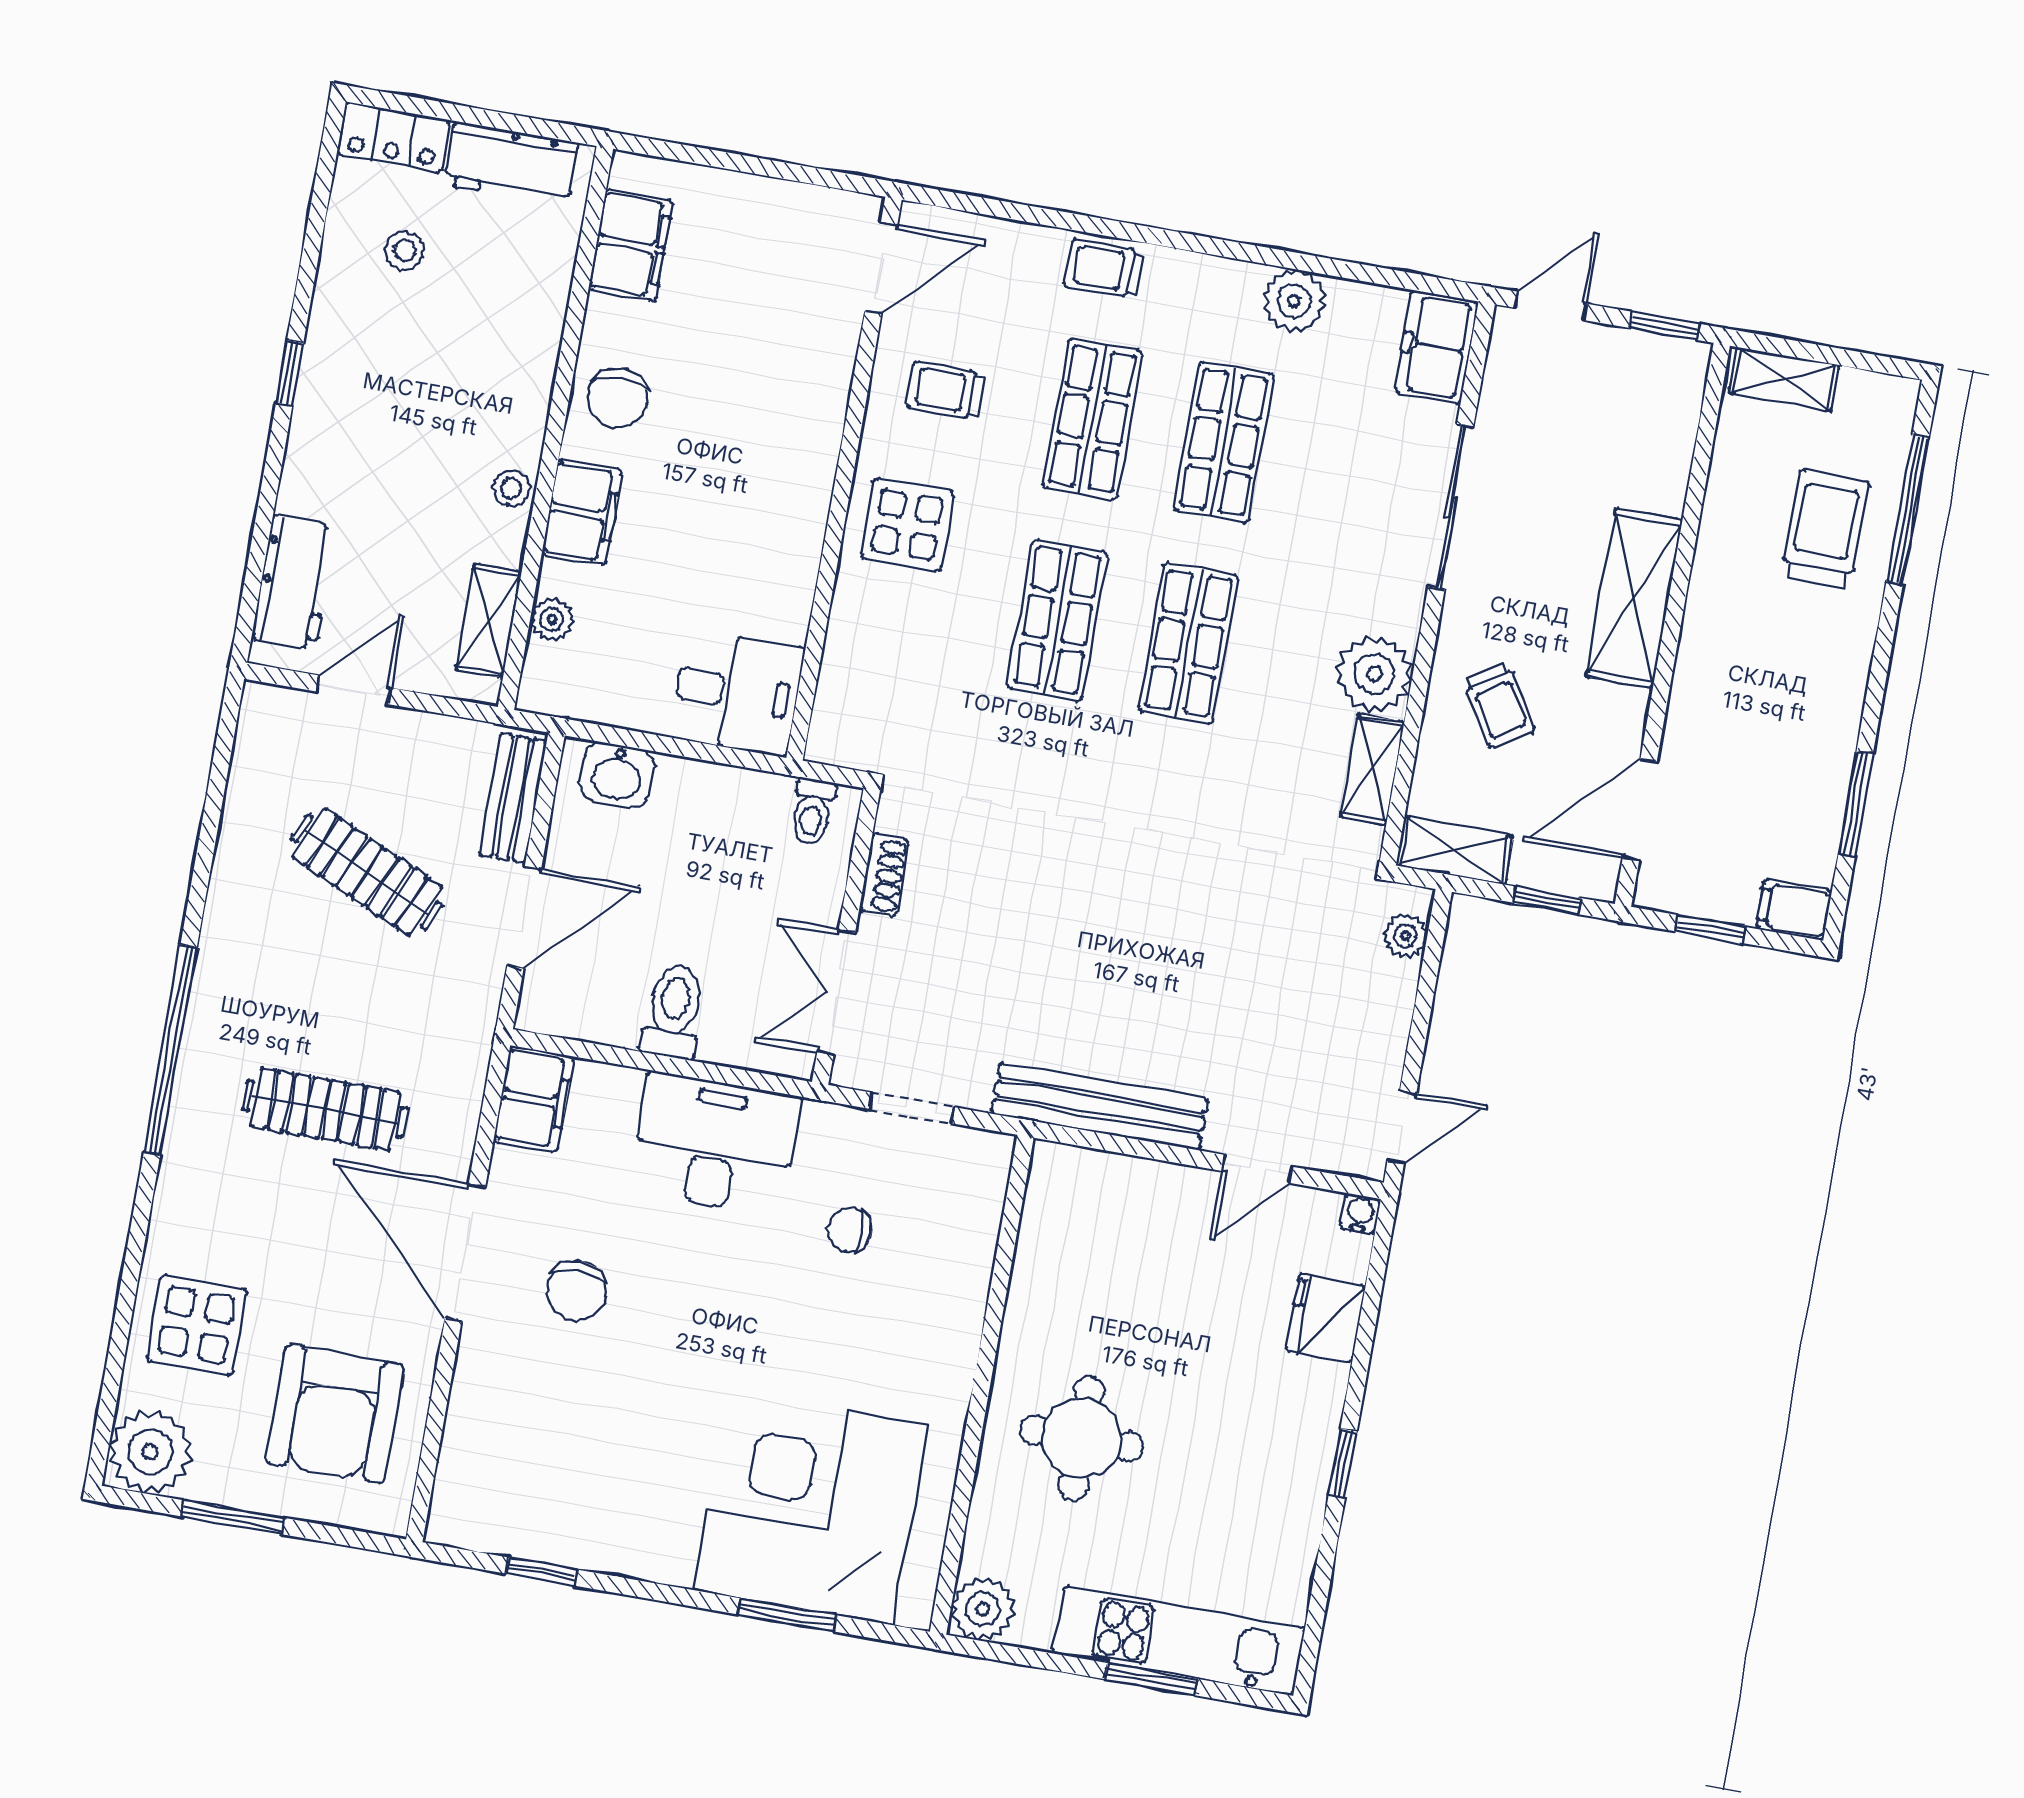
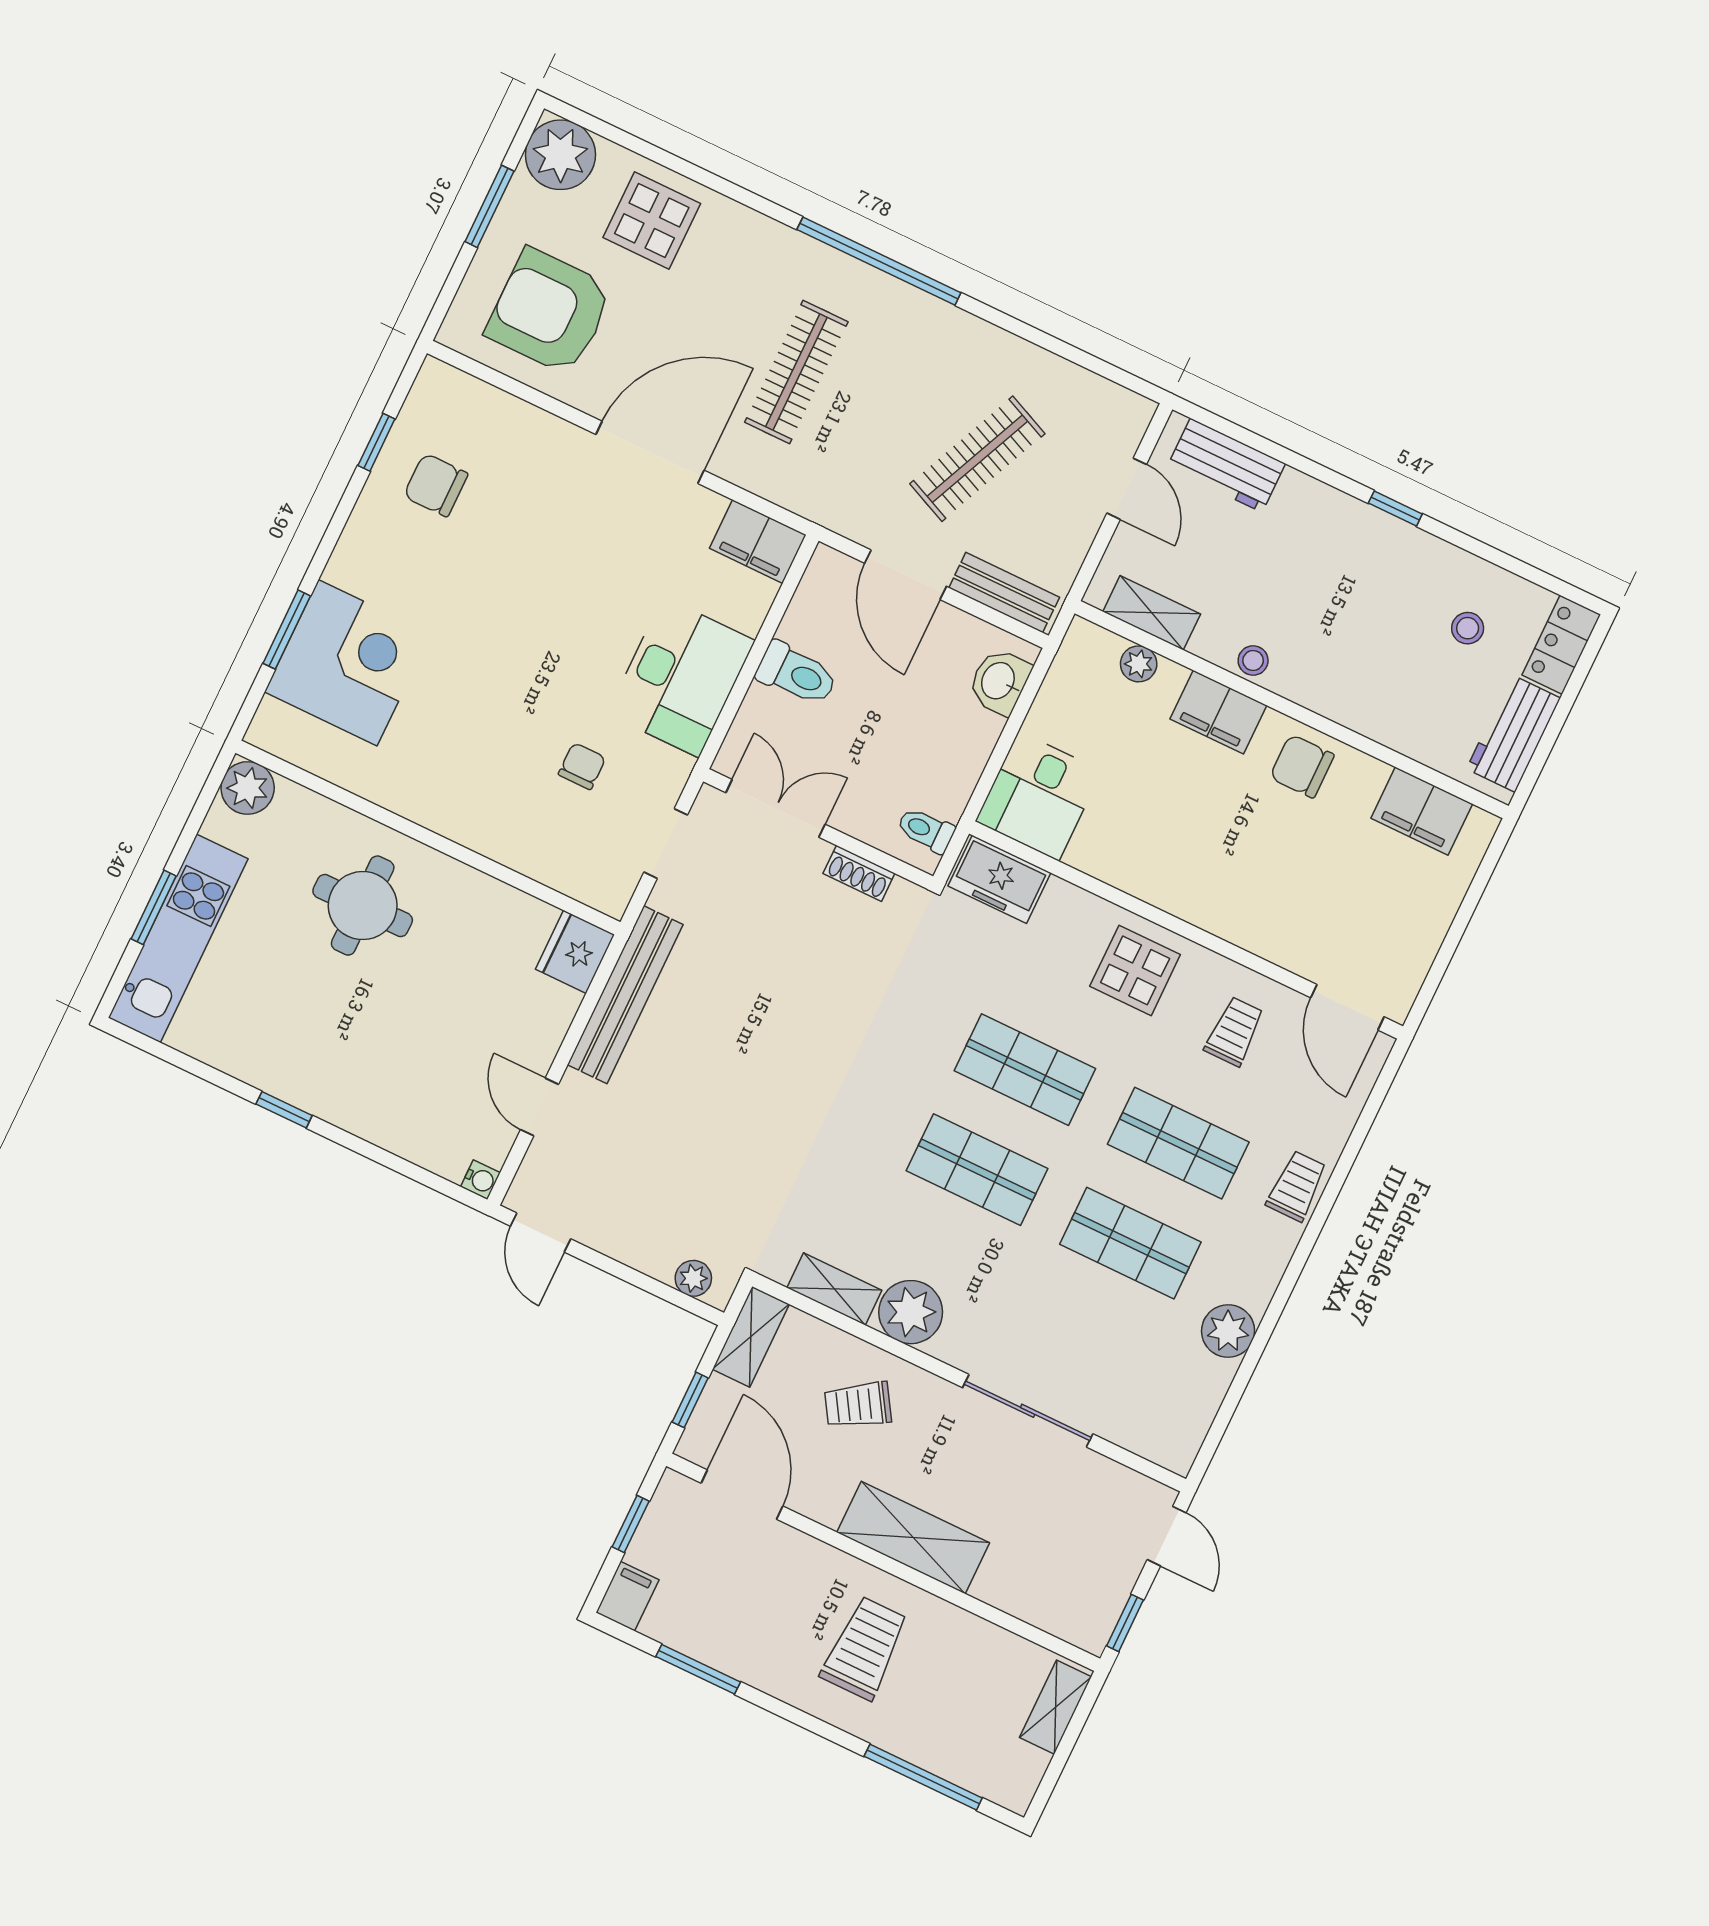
freezer: (1436, 347) -> (999, 879), moved, turned 180
trolley: (1825, 529) -> (865, 1648), moved, turned -90
chair: (576, 1290) -> (436, 485), moved
fridge: (1326, 1318) -> (575, 952), moved, turned -90
corner desk: (810, 1507) -> (348, 663), width x0.74, depth x0.74

